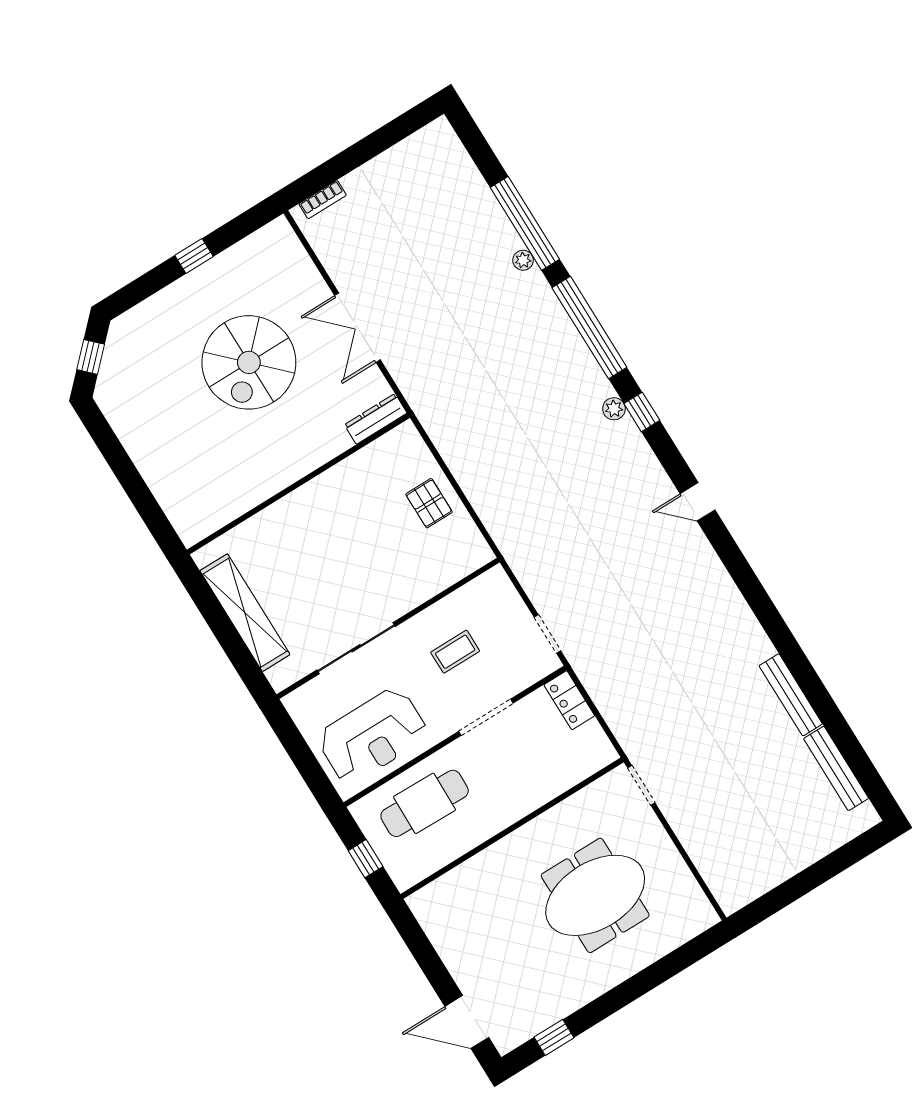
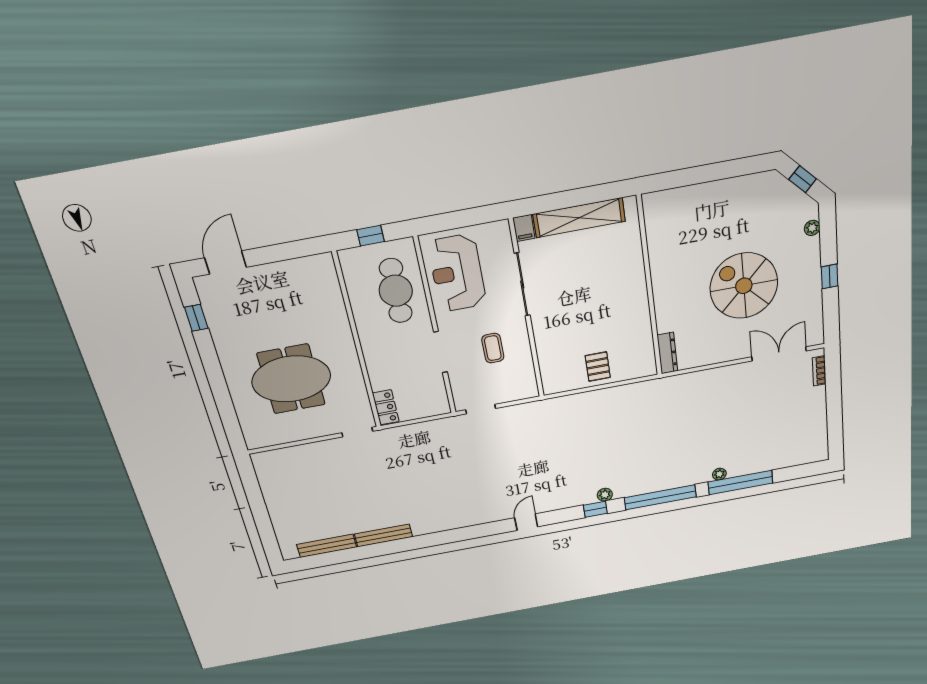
plant: (143, 312) -> (812, 228), added
double door: (357, 328) -> (779, 354), moved
pallet: (429, 503) -> (598, 367), turned 90
filing cabinet: (284, 675) -> (524, 228), added
locker: (569, 700) -> (386, 407), moved, turned 90
meeting table: (595, 895) -> (291, 379), turned 90

